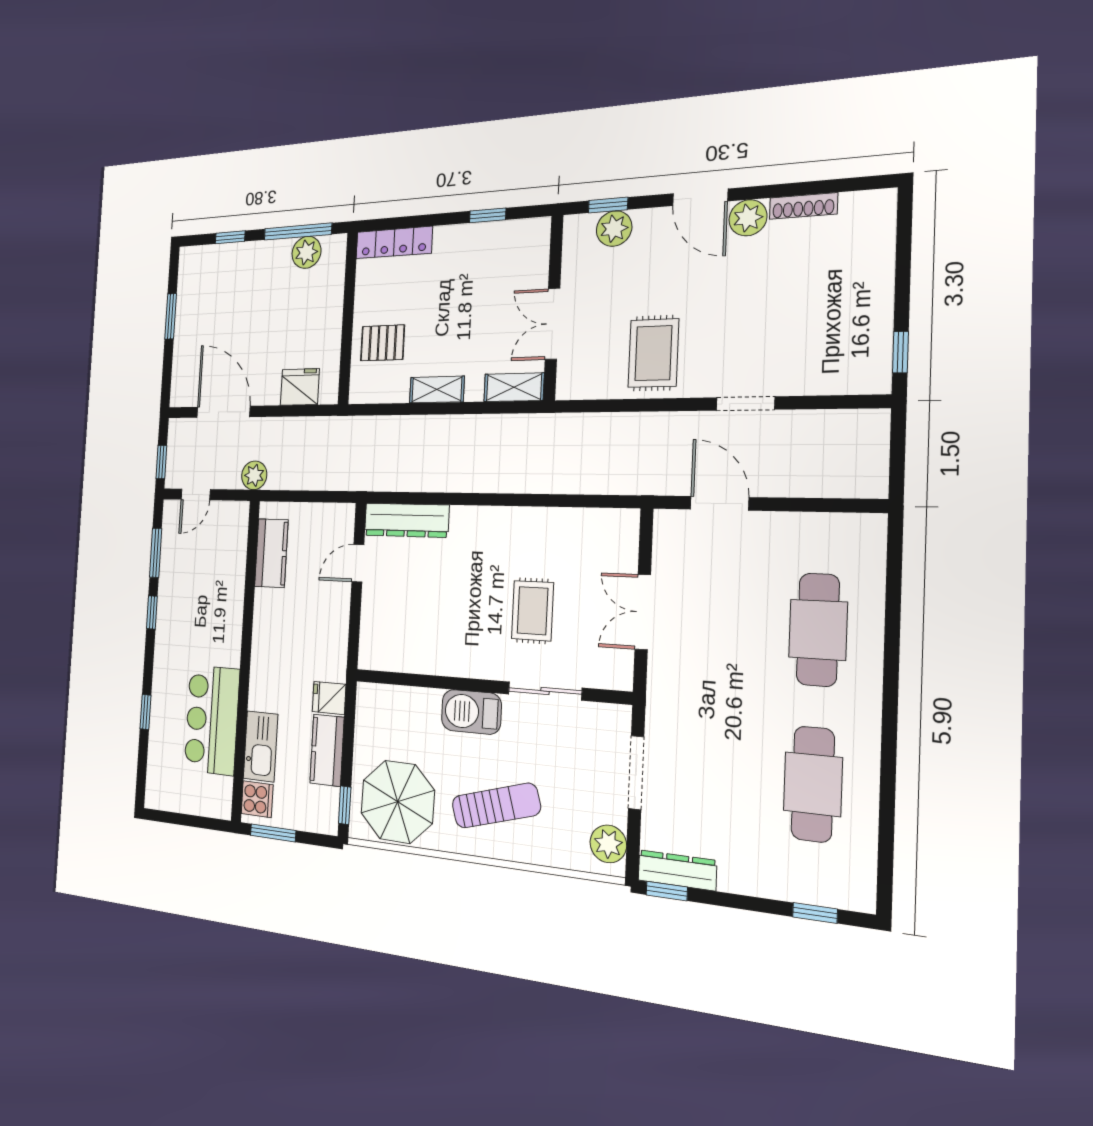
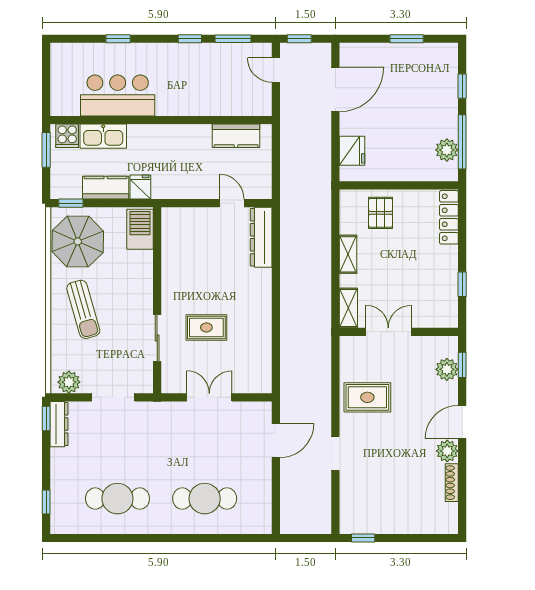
plant: (254, 475) -> (290, 118), removed
barbecue: (471, 712) -> (140, 229), moved

